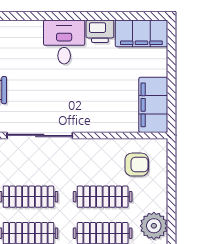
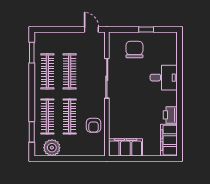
desk: (64, 42) -> (164, 78), moved
armchair: (137, 165) -> (94, 125), moved

